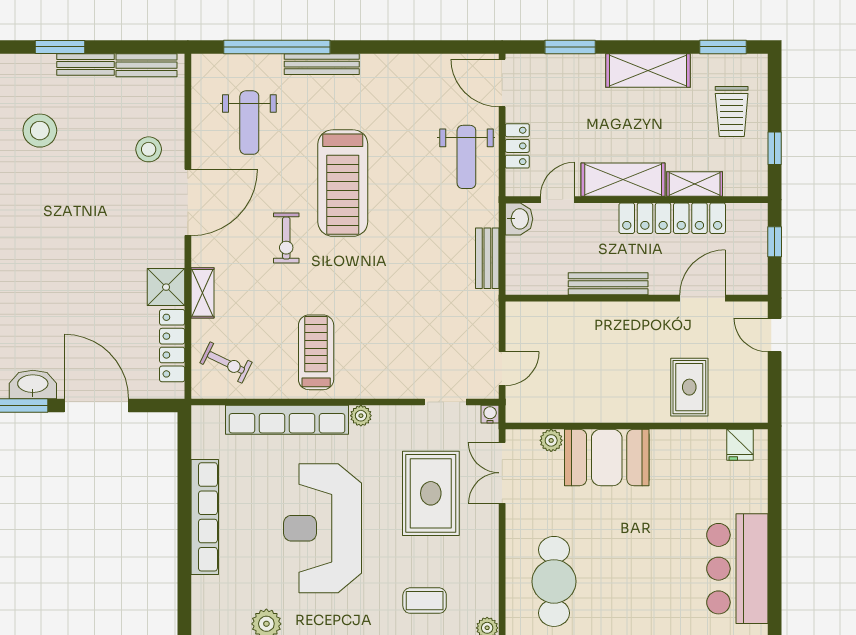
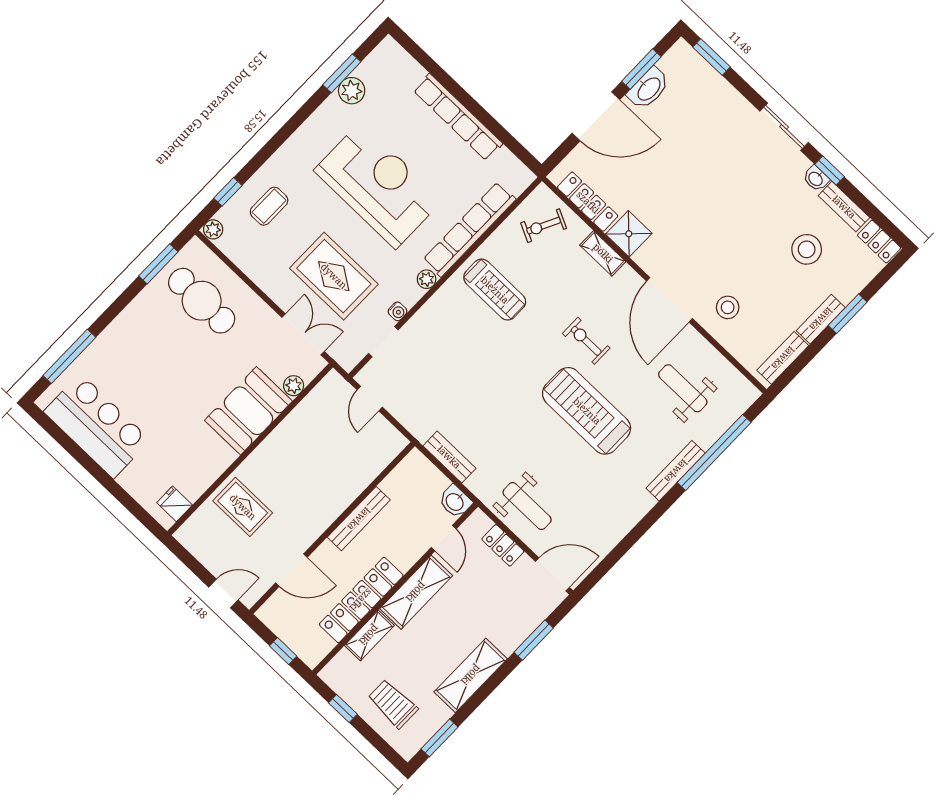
weight bench: (466, 157) -> (527, 506), turned 180
door: (703, 298) -> (291, 570), hinge flipped
water cooler: (490, 414) -> (397, 311), moved

